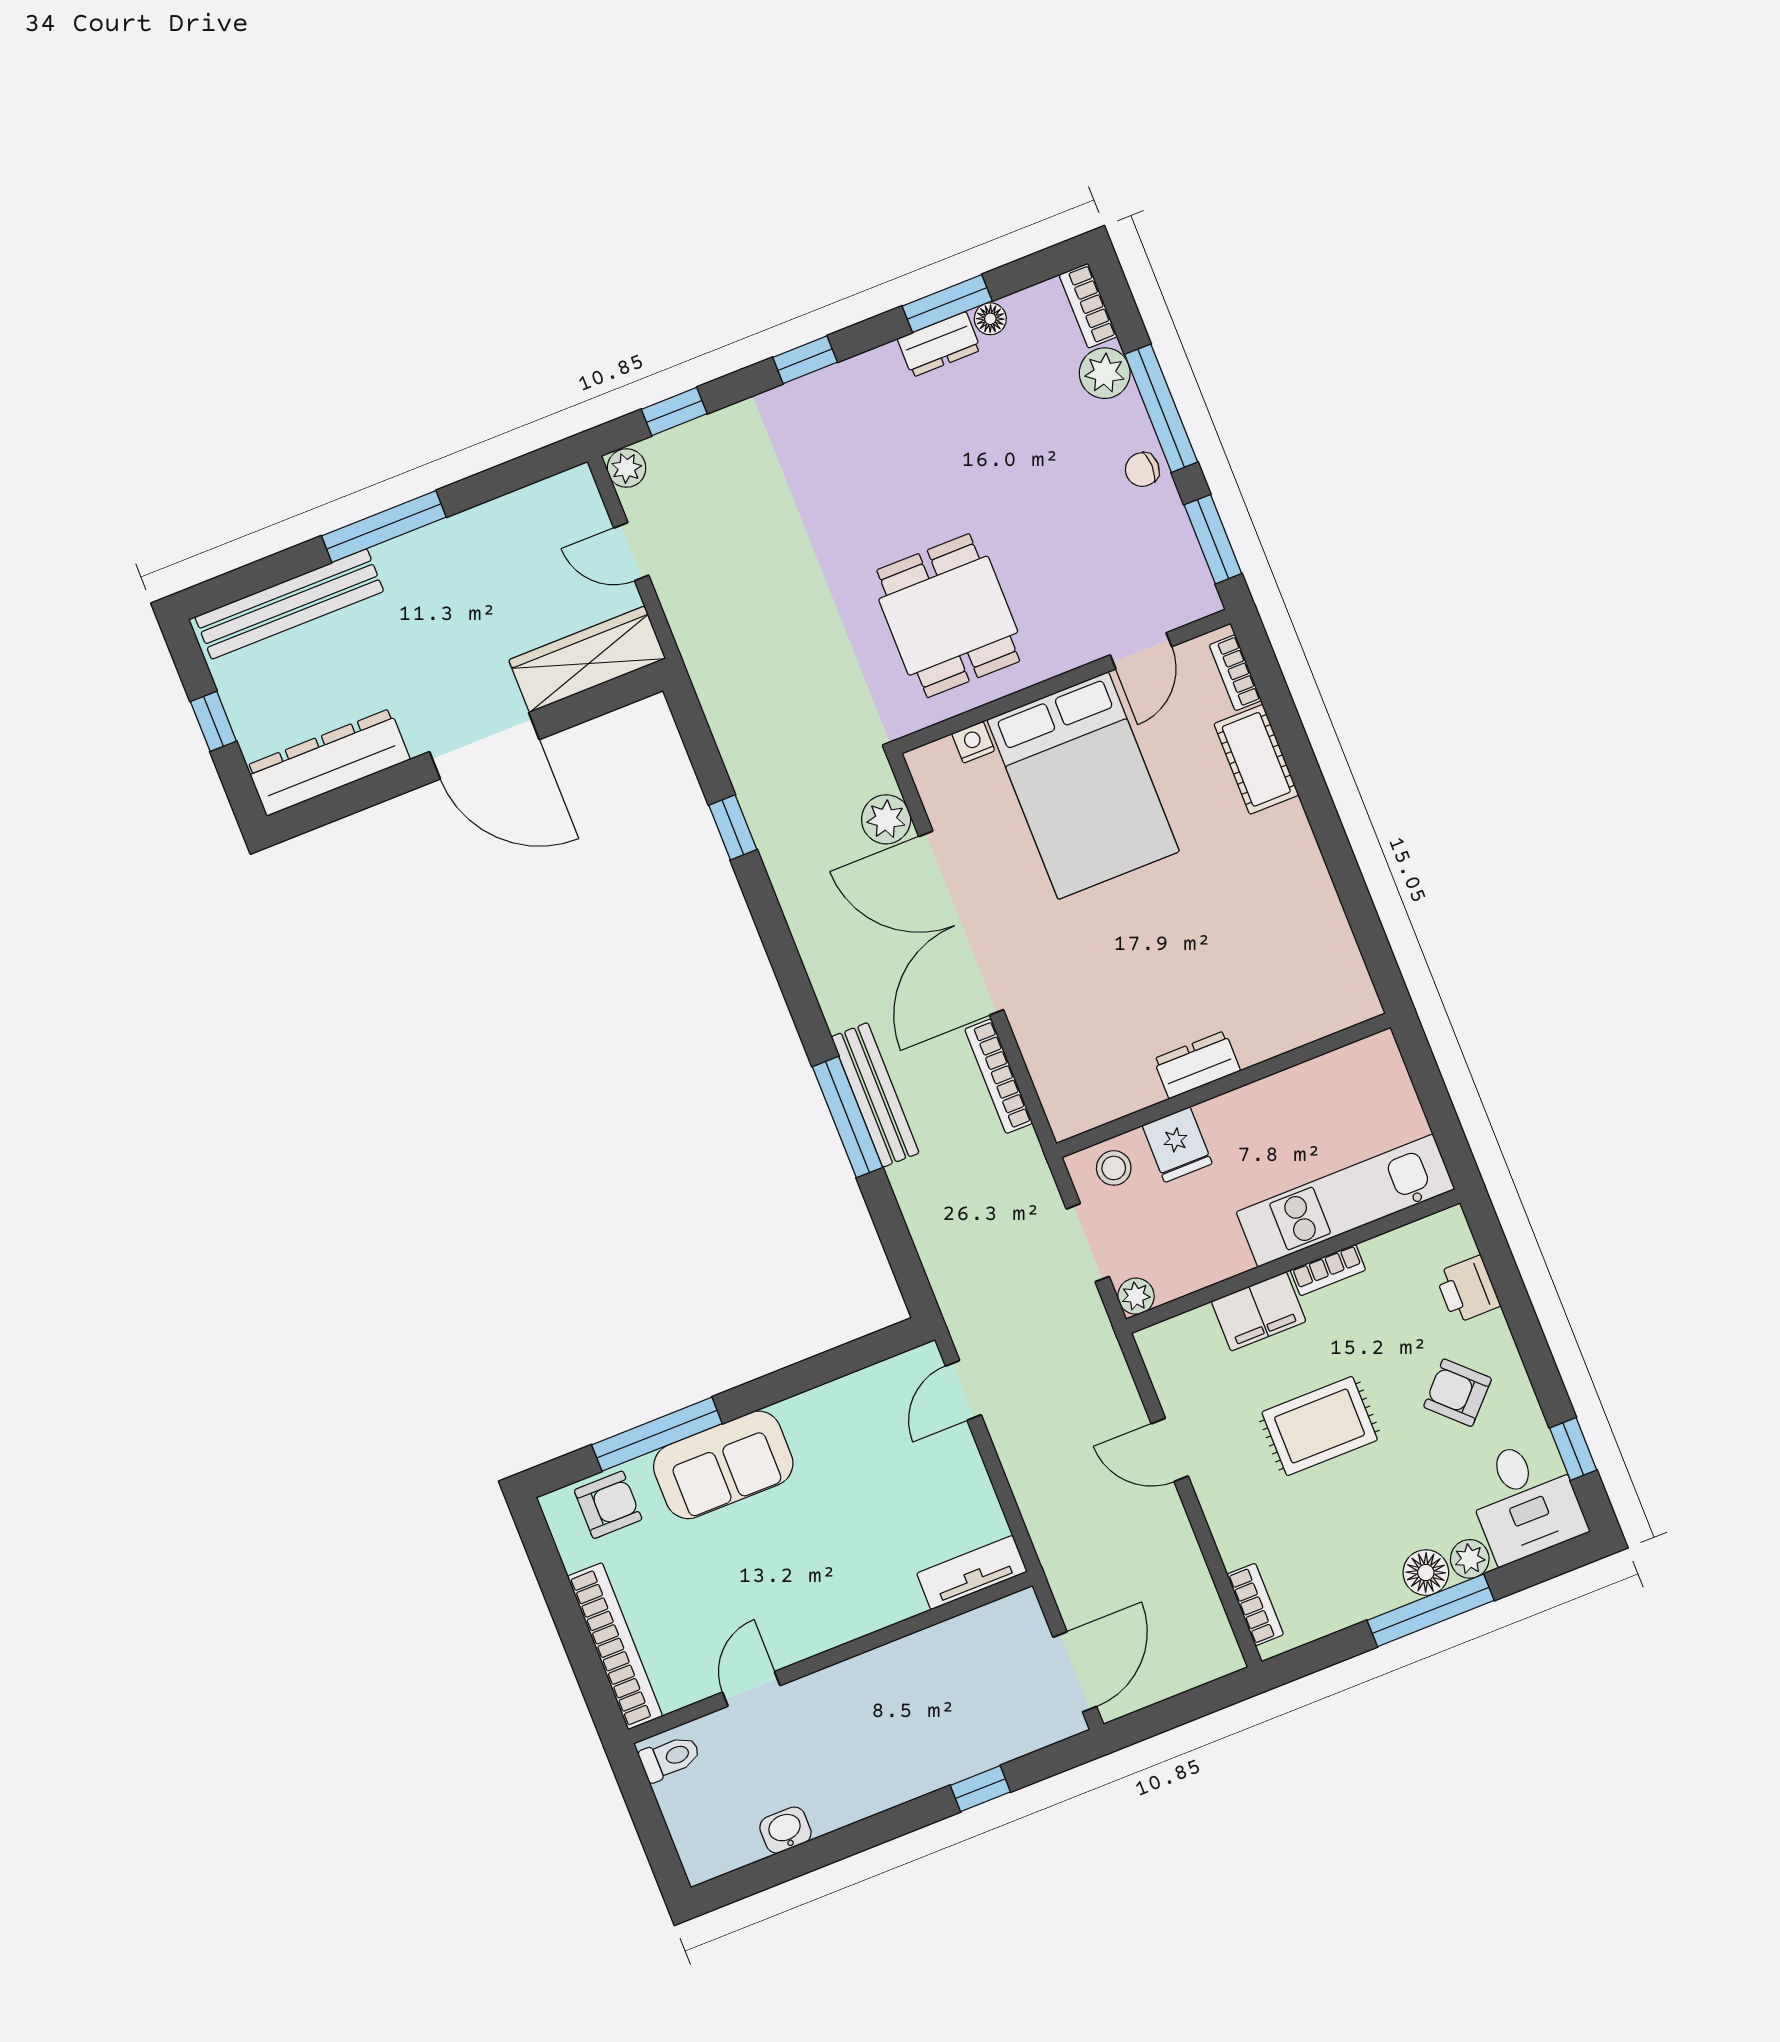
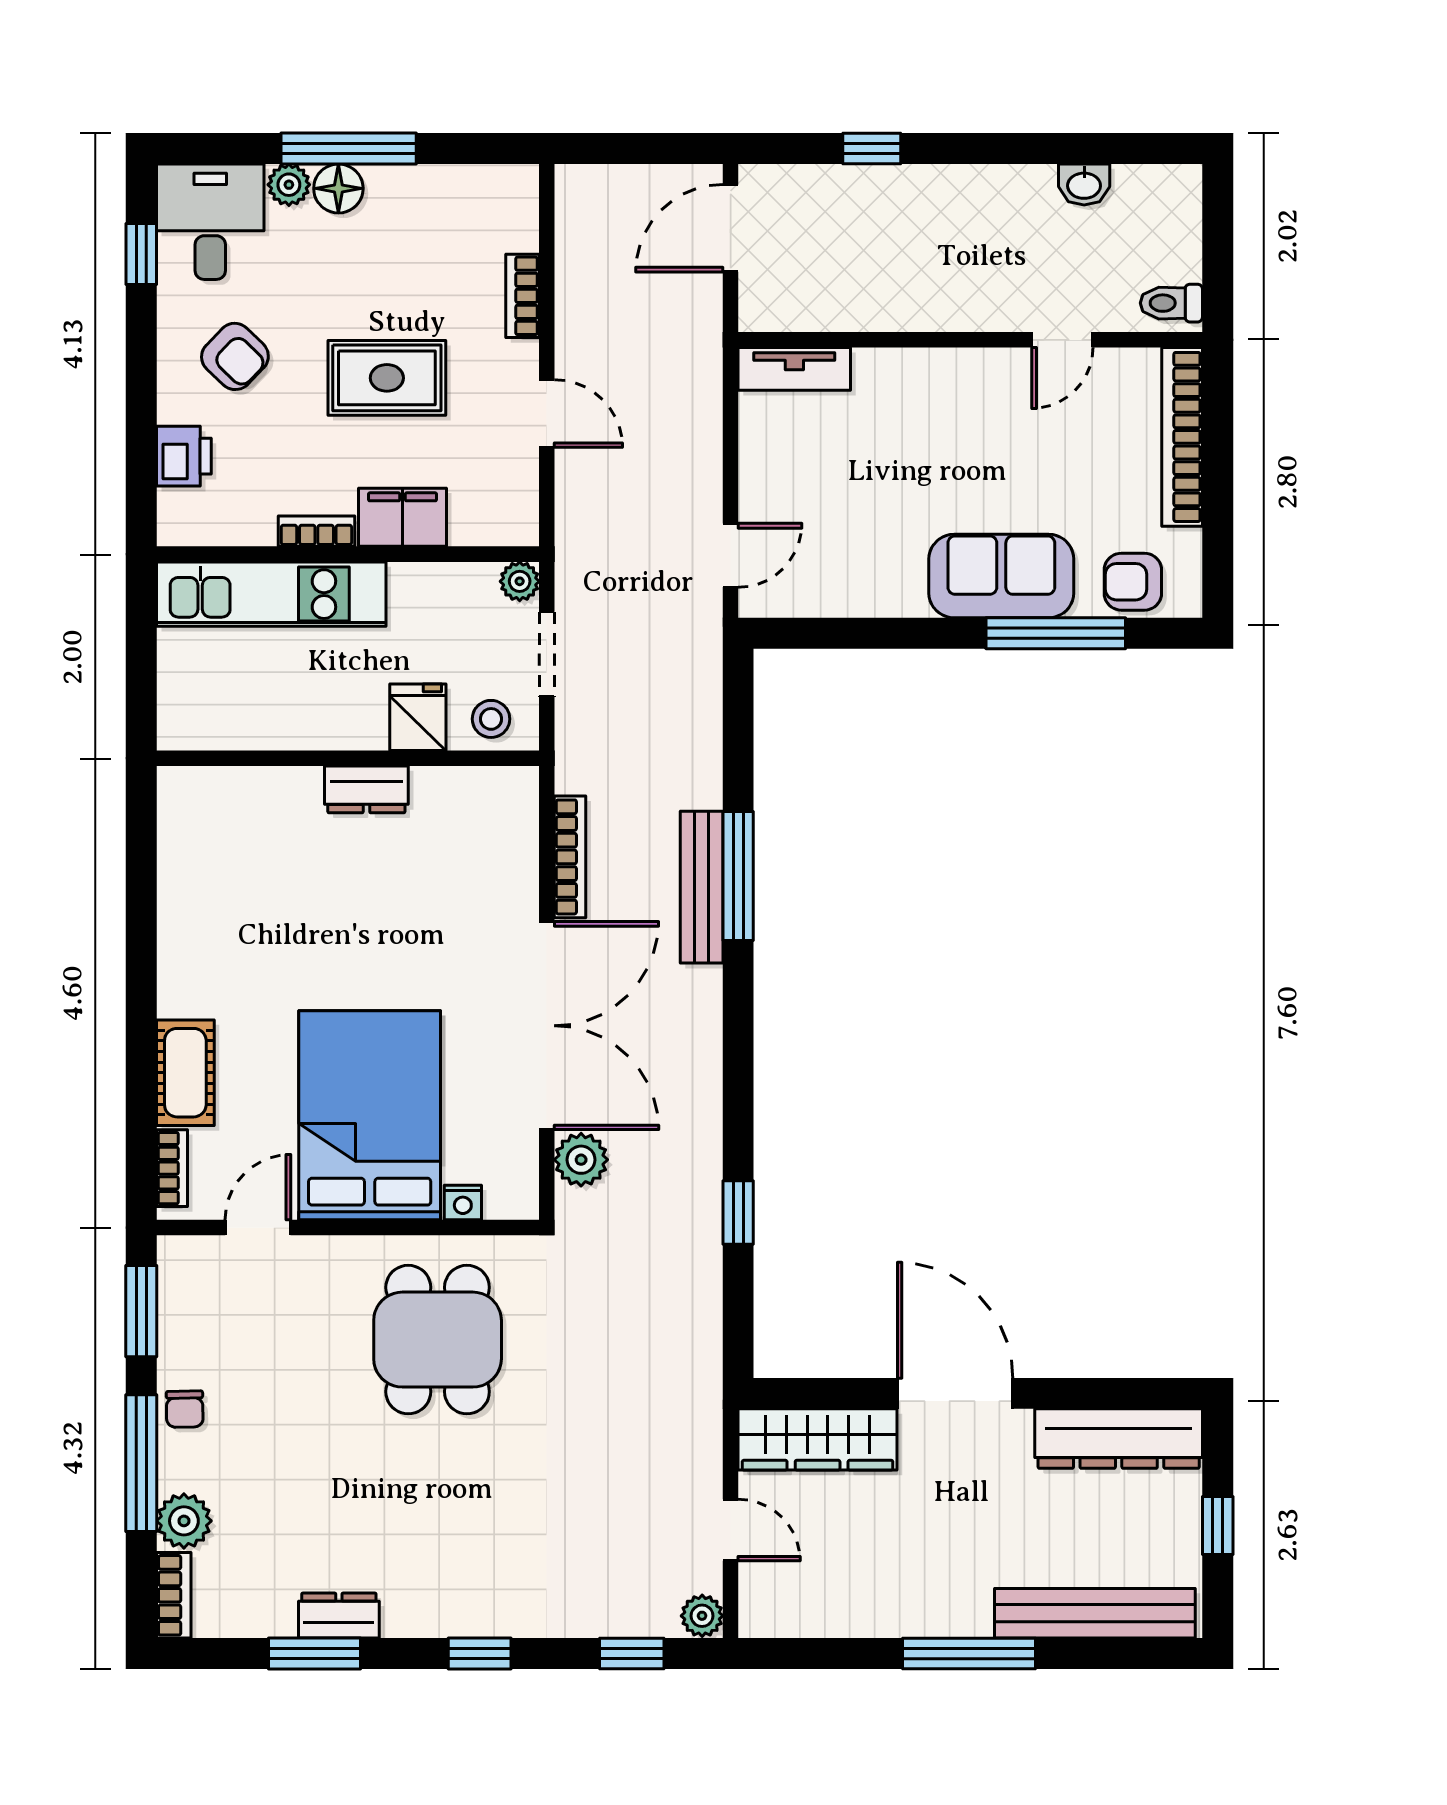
floor lamp: (990, 319) -> (277, 1621), removed
chair: (1142, 470) -> (185, 1409), turned 89
bookcase: (1255, 1604) -> (522, 296), moved

